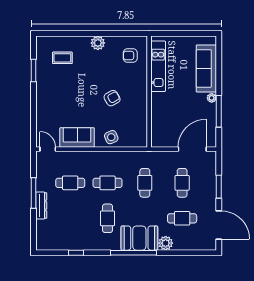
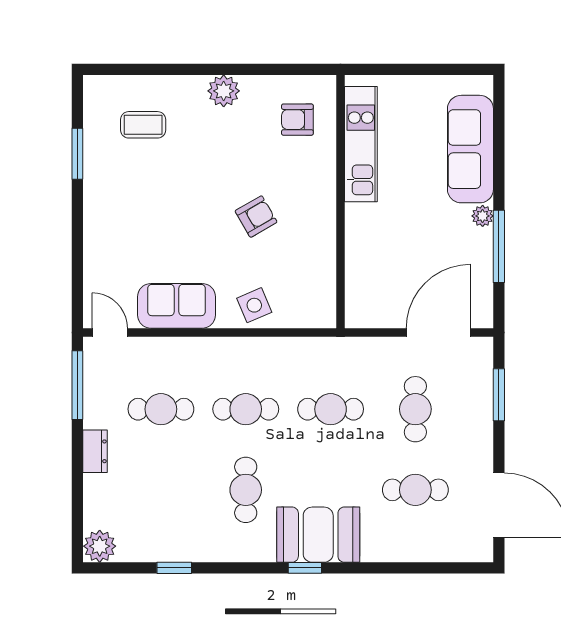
cafe table: (145, 183) -> (331, 409), turned 90
window: (219, 187) -> (499, 395), moved
window: (34, 193) -> (77, 385), moved
dresser: (41, 206) -> (95, 451), width x0.70
plant: (166, 243) -> (100, 546), moved
window: (134, 253) -> (305, 568), width x0.32

